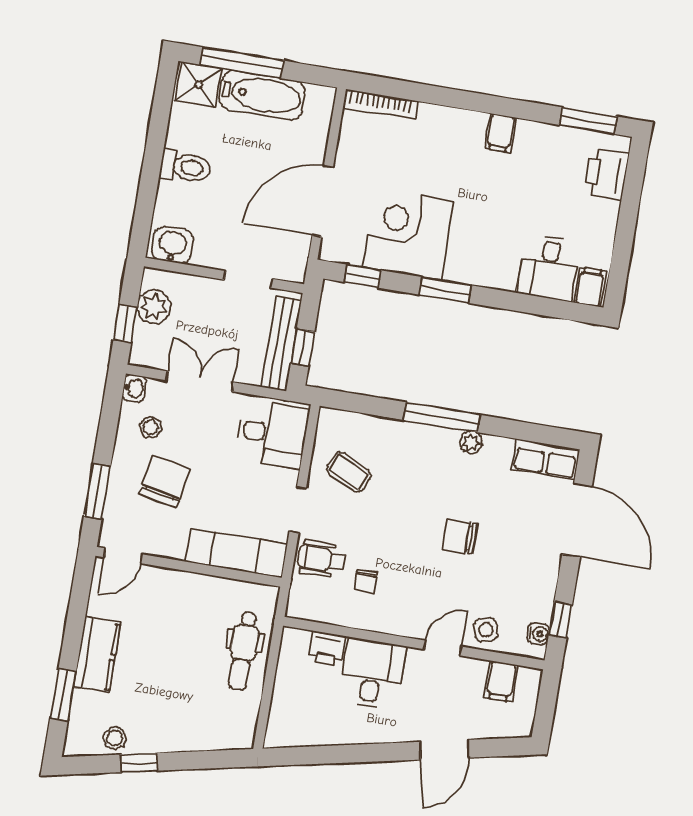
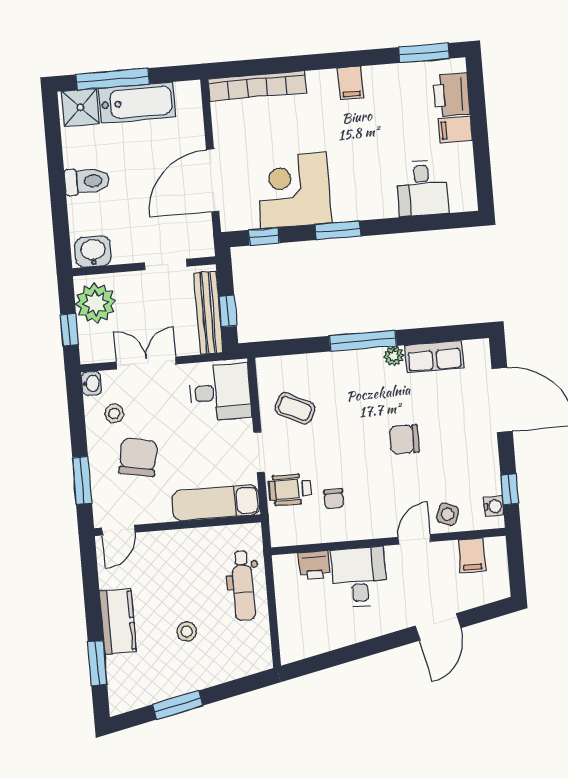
bookcase: (381, 104) -> (257, 86), width x1.48, depth x1.31
filing cabinet: (590, 287) -> (455, 130), moved, turned -90
plant: (154, 307) -> (95, 303), width x1.36, depth x1.36
row of seats: (546, 459) -> (434, 356), moved
side table: (486, 630) -> (448, 514), turned 36
stool: (115, 738) -> (187, 631), moved
window: (139, 763) -> (178, 705), width x1.50

